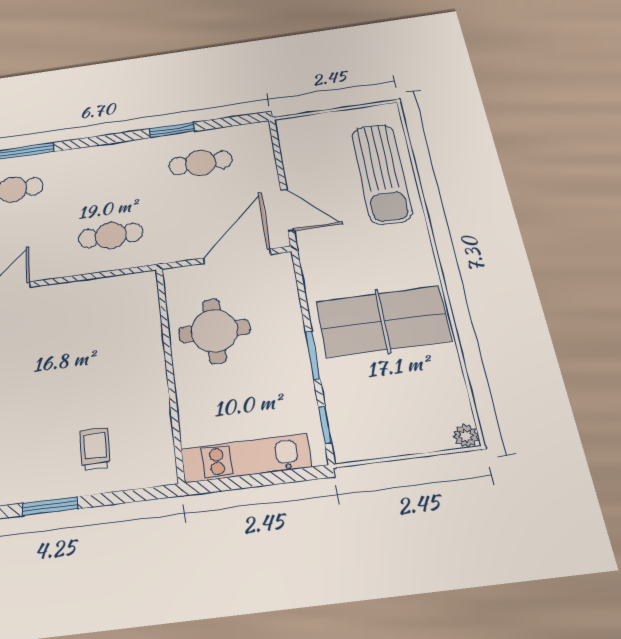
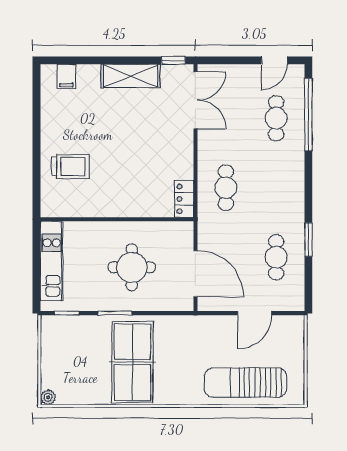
door: (287, 210) -> (255, 313), moved
locker: (131, 285) -> (184, 199), added
round table: (214, 331) -> (132, 267), moved
trolley: (95, 449) -> (70, 166), width x1.36, depth x1.39
window: (50, 506) -> (37, 136), removed

